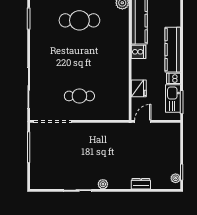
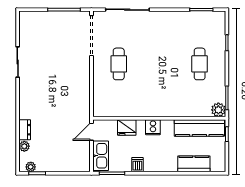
cafe table: (79, 20) -> (200, 64), width x0.73, depth x0.74
kitchen counter: (173, 50) -> (194, 164), moved, width x0.67
cooker: (139, 52) -> (153, 127), moved
kitchen sink: (173, 99) -> (101, 156), moved, turned 90
door: (143, 121) -> (91, 132), swing flipped
plant: (103, 184) -> (24, 146), moved

